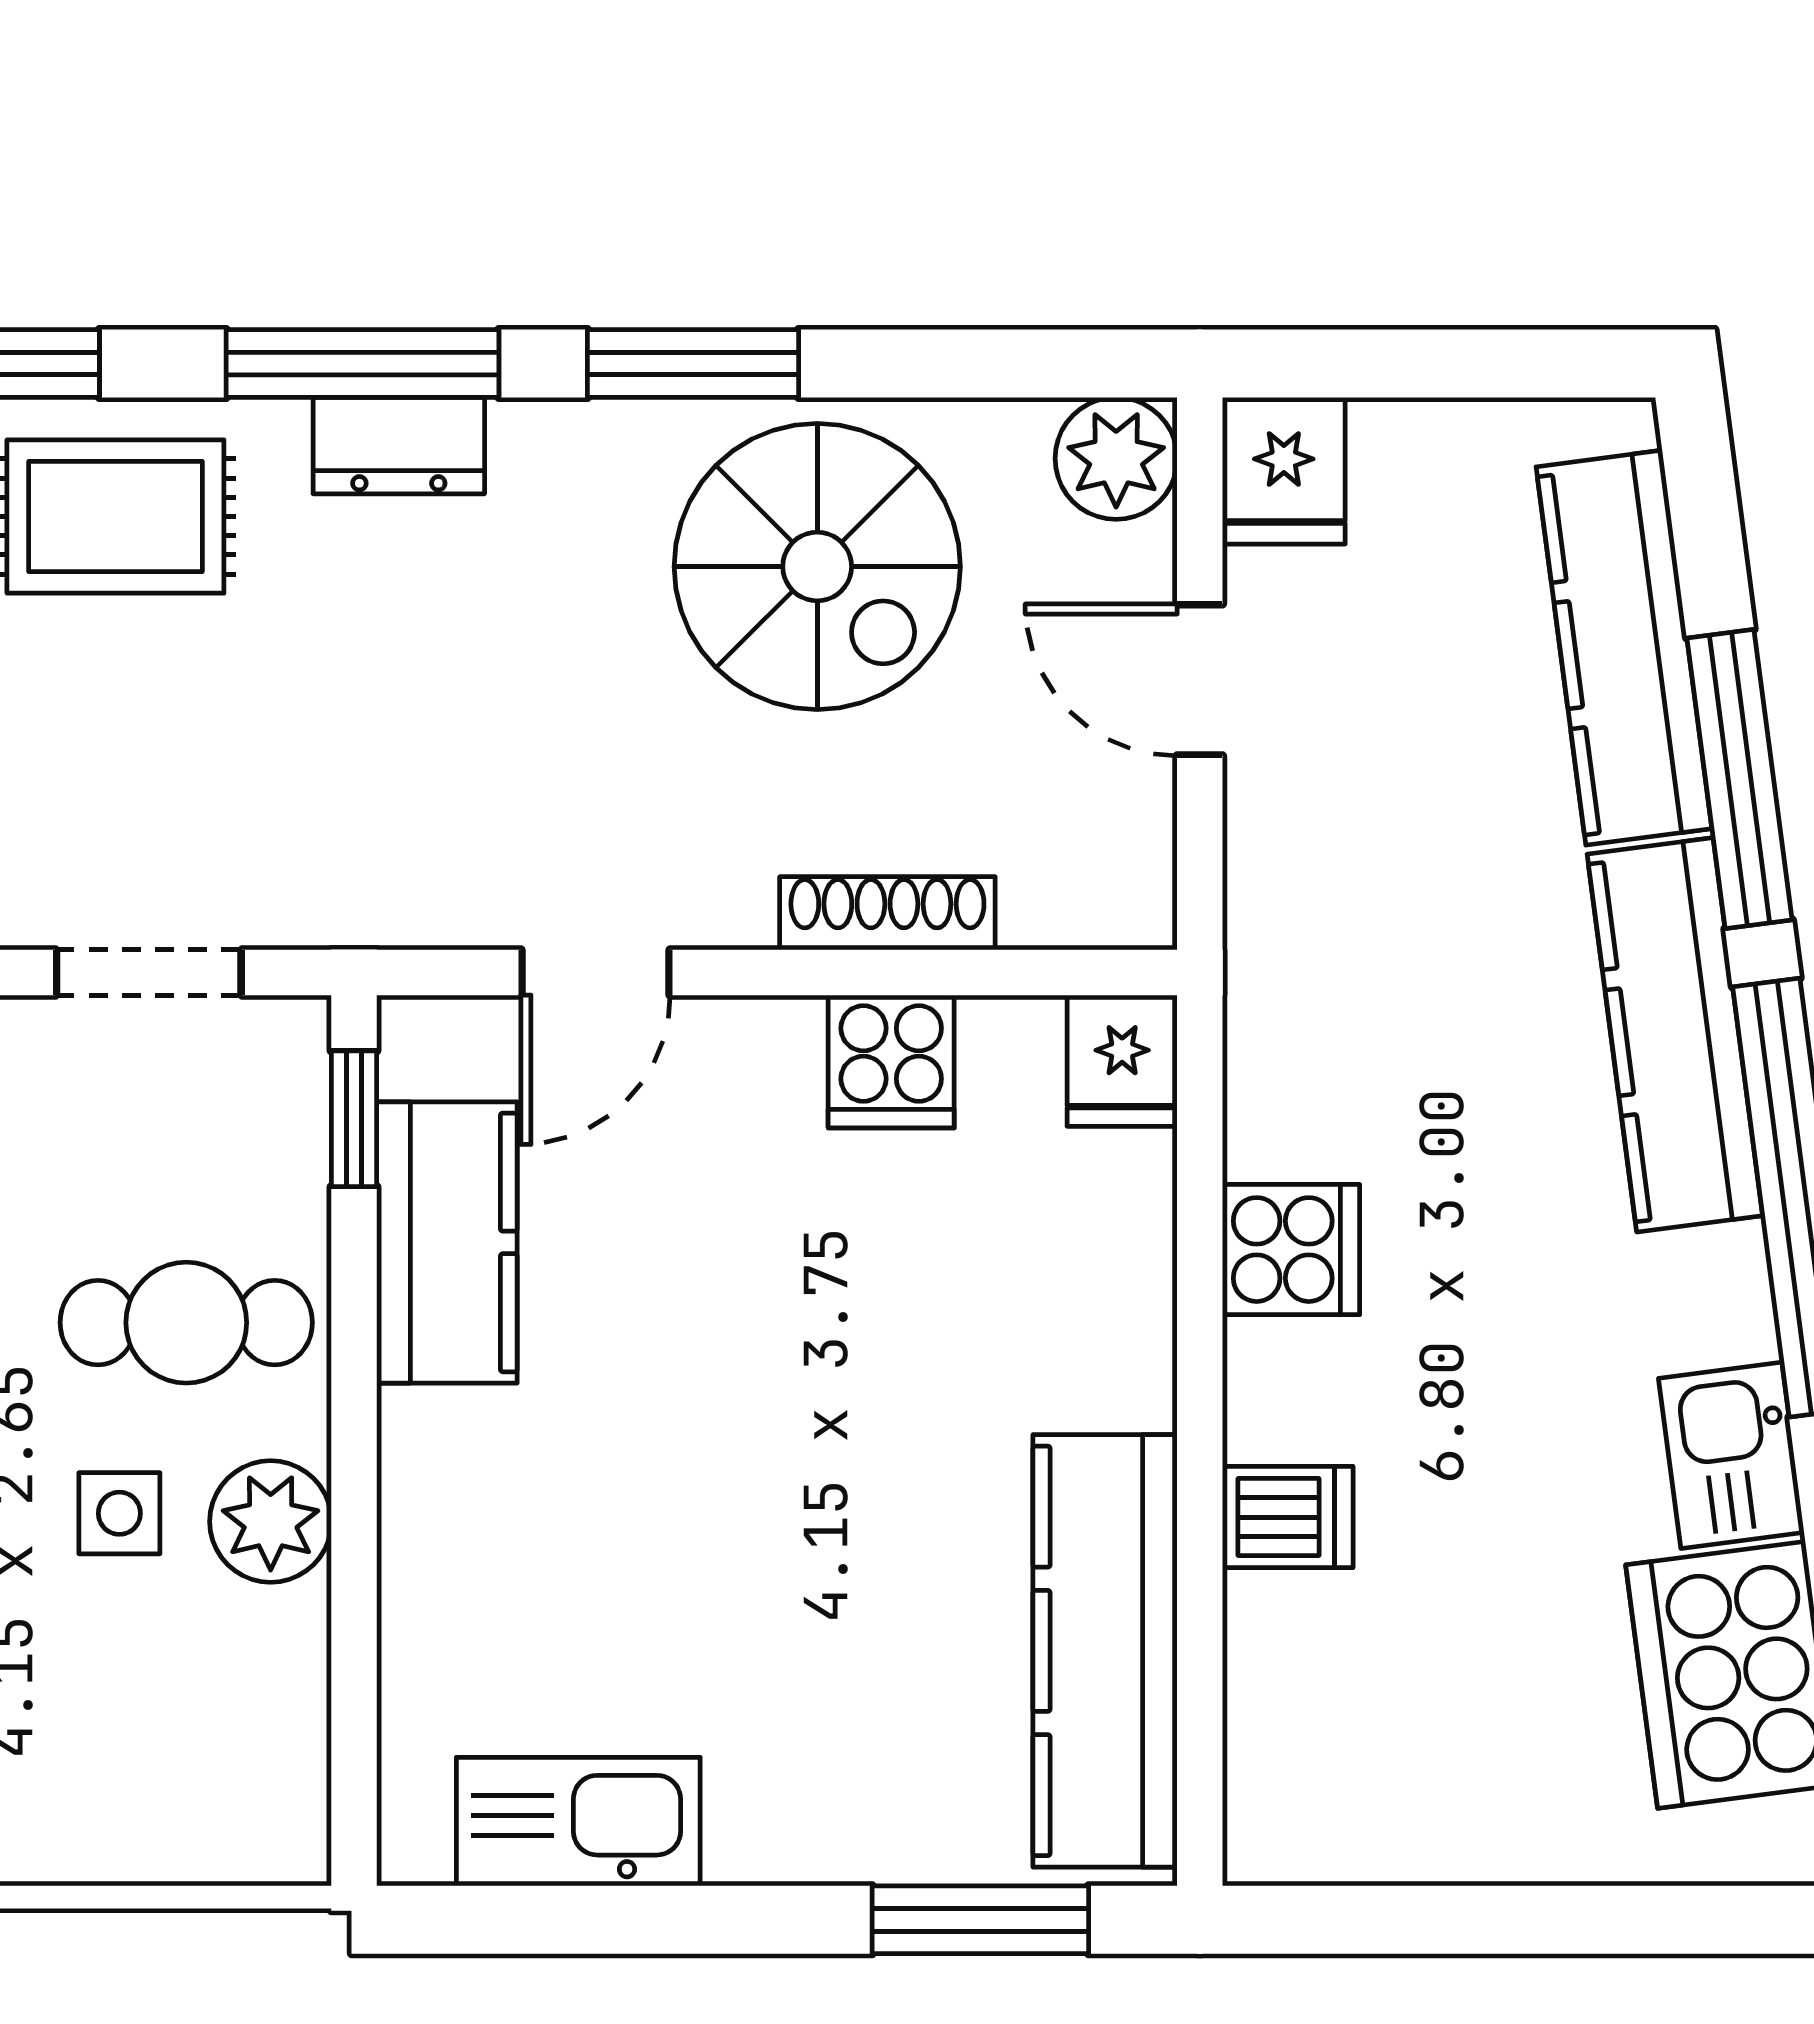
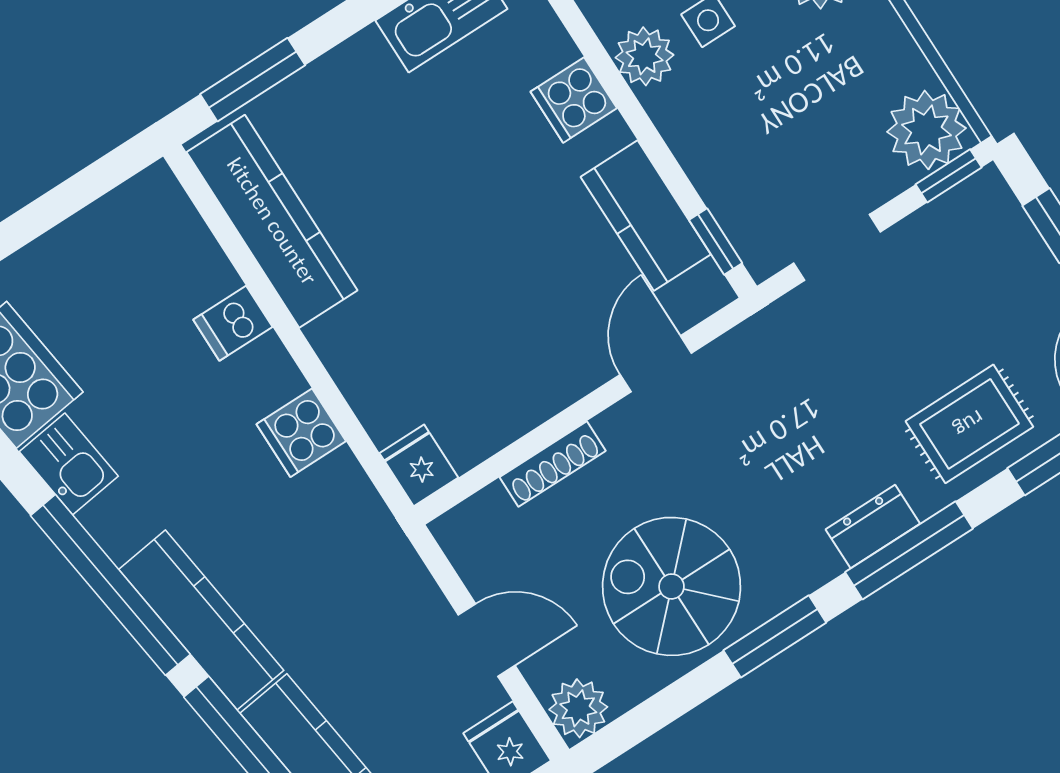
cooker: (891, 1061) -> (574, 100), moved, turned -90
cafe table: (186, 1323) -> (731, 115), removed

